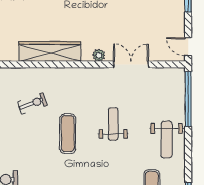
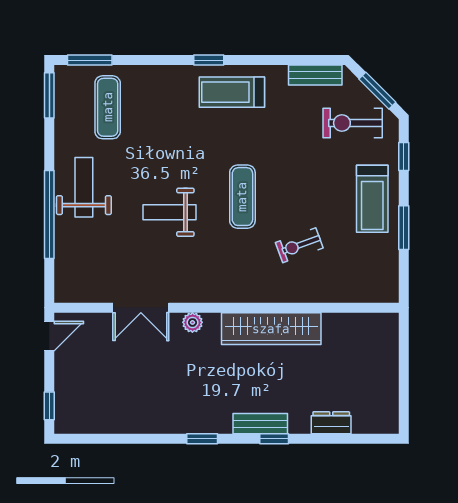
door: (188, 47) -> (49, 336), hinge flipped
window: (188, 99) -> (49, 215), moved
weight bench: (113, 124) -> (170, 212), turned 90

